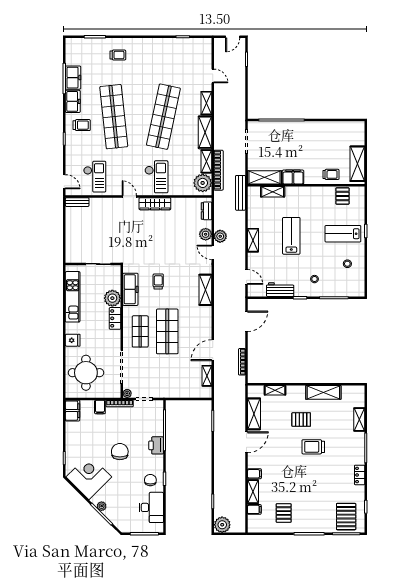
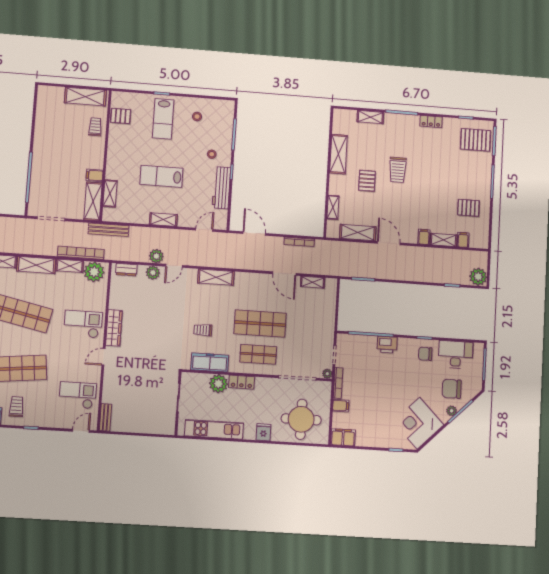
filing cabinet: (293, 177) -> (95, 175), width x0.50
workbench: (280, 290) -> (221, 188), width x1.37
chair: (120, 452) -> (452, 389), moved

